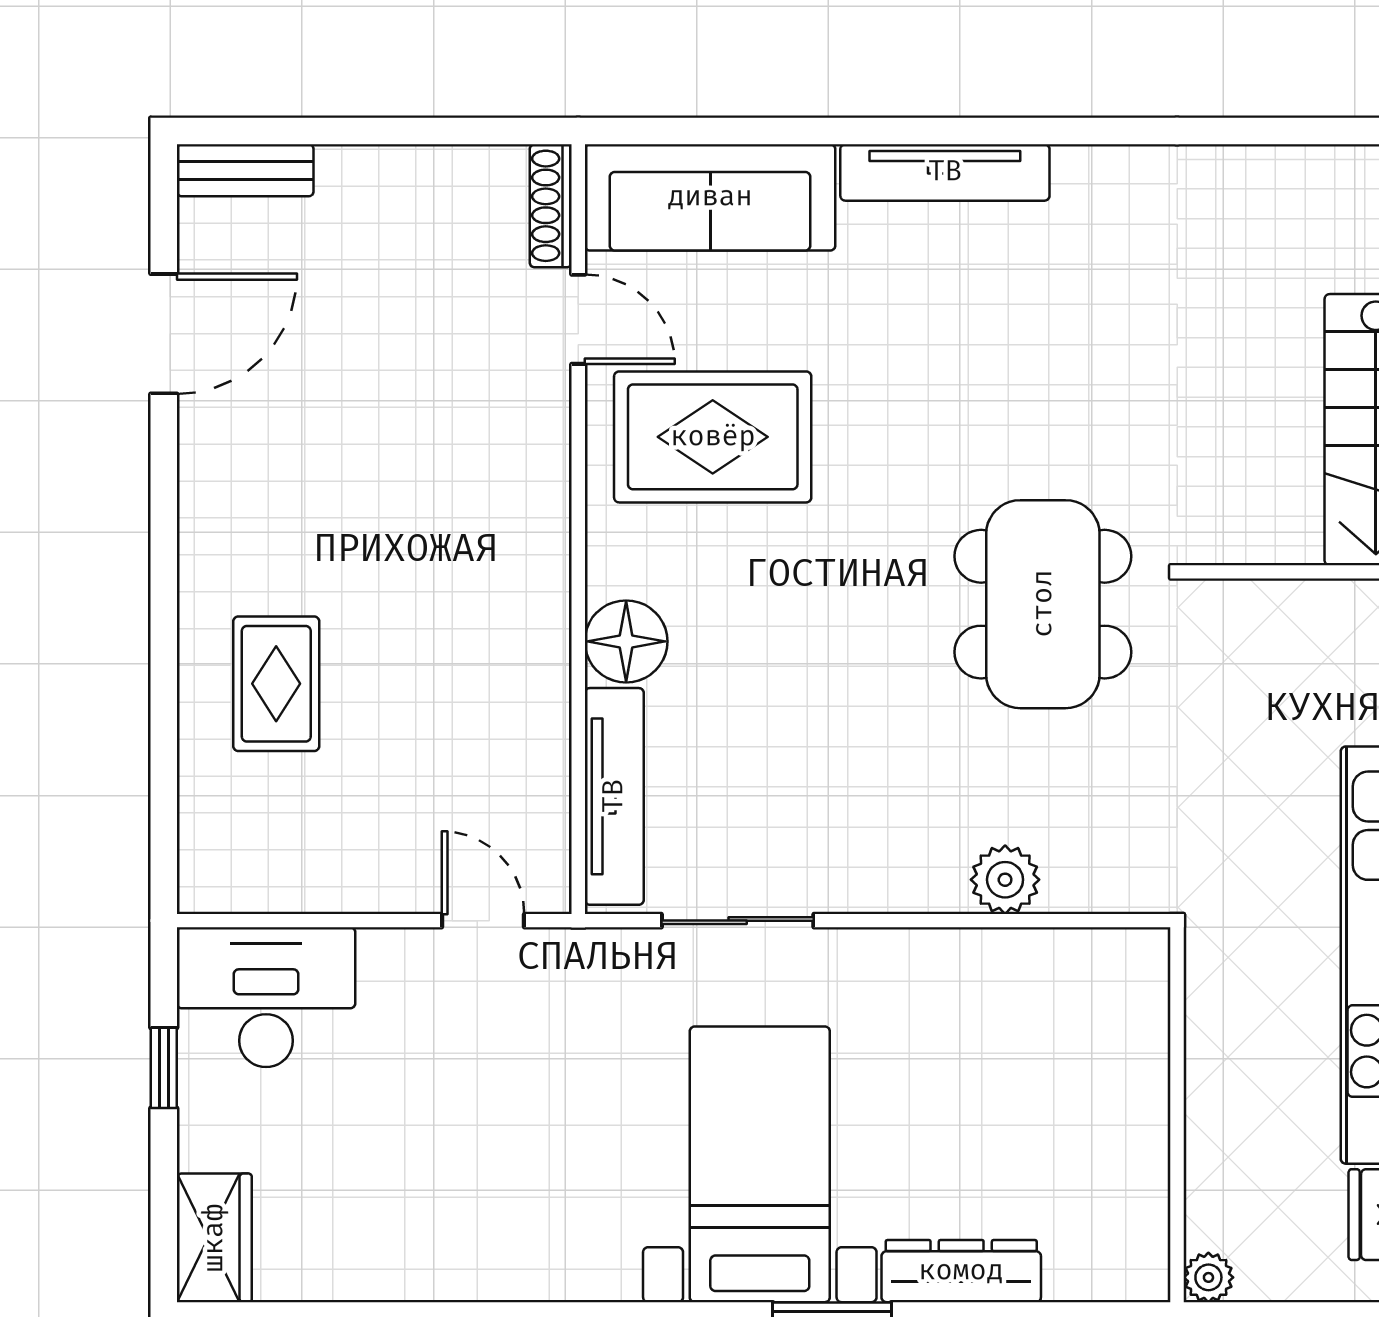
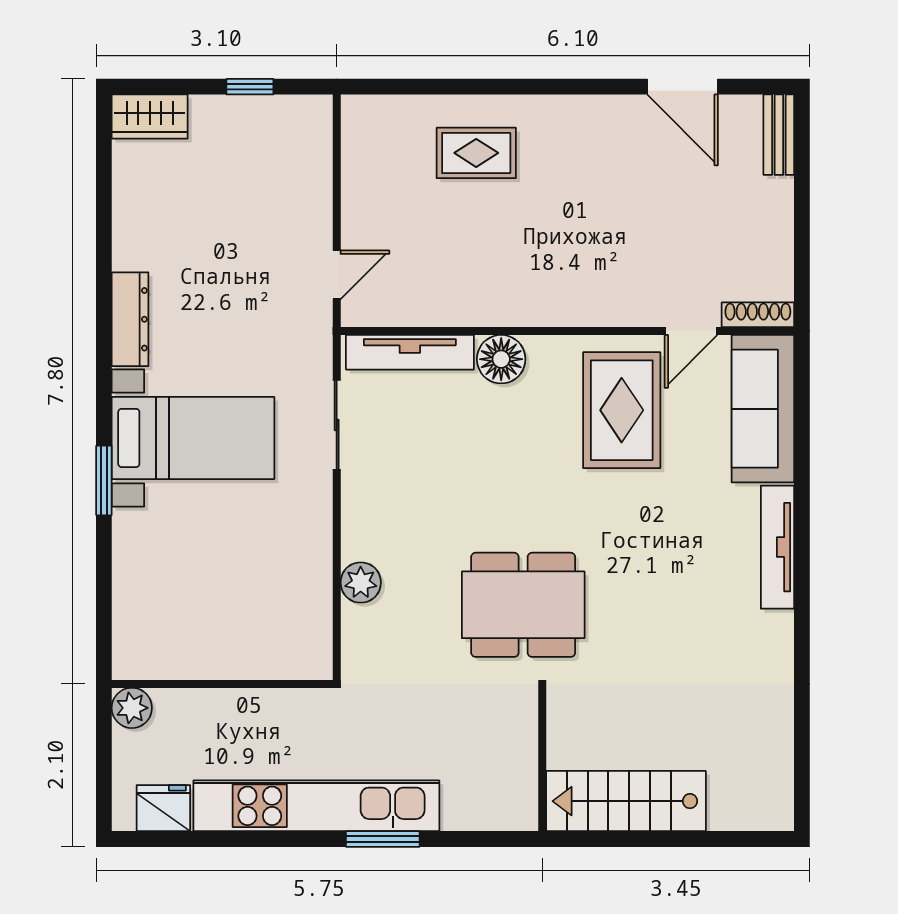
desk: (266, 997) -> (291, 147), removed
dresser: (961, 1271) -> (130, 319), moved
plant: (1208, 1277) -> (132, 708), width x1.38, depth x1.38

